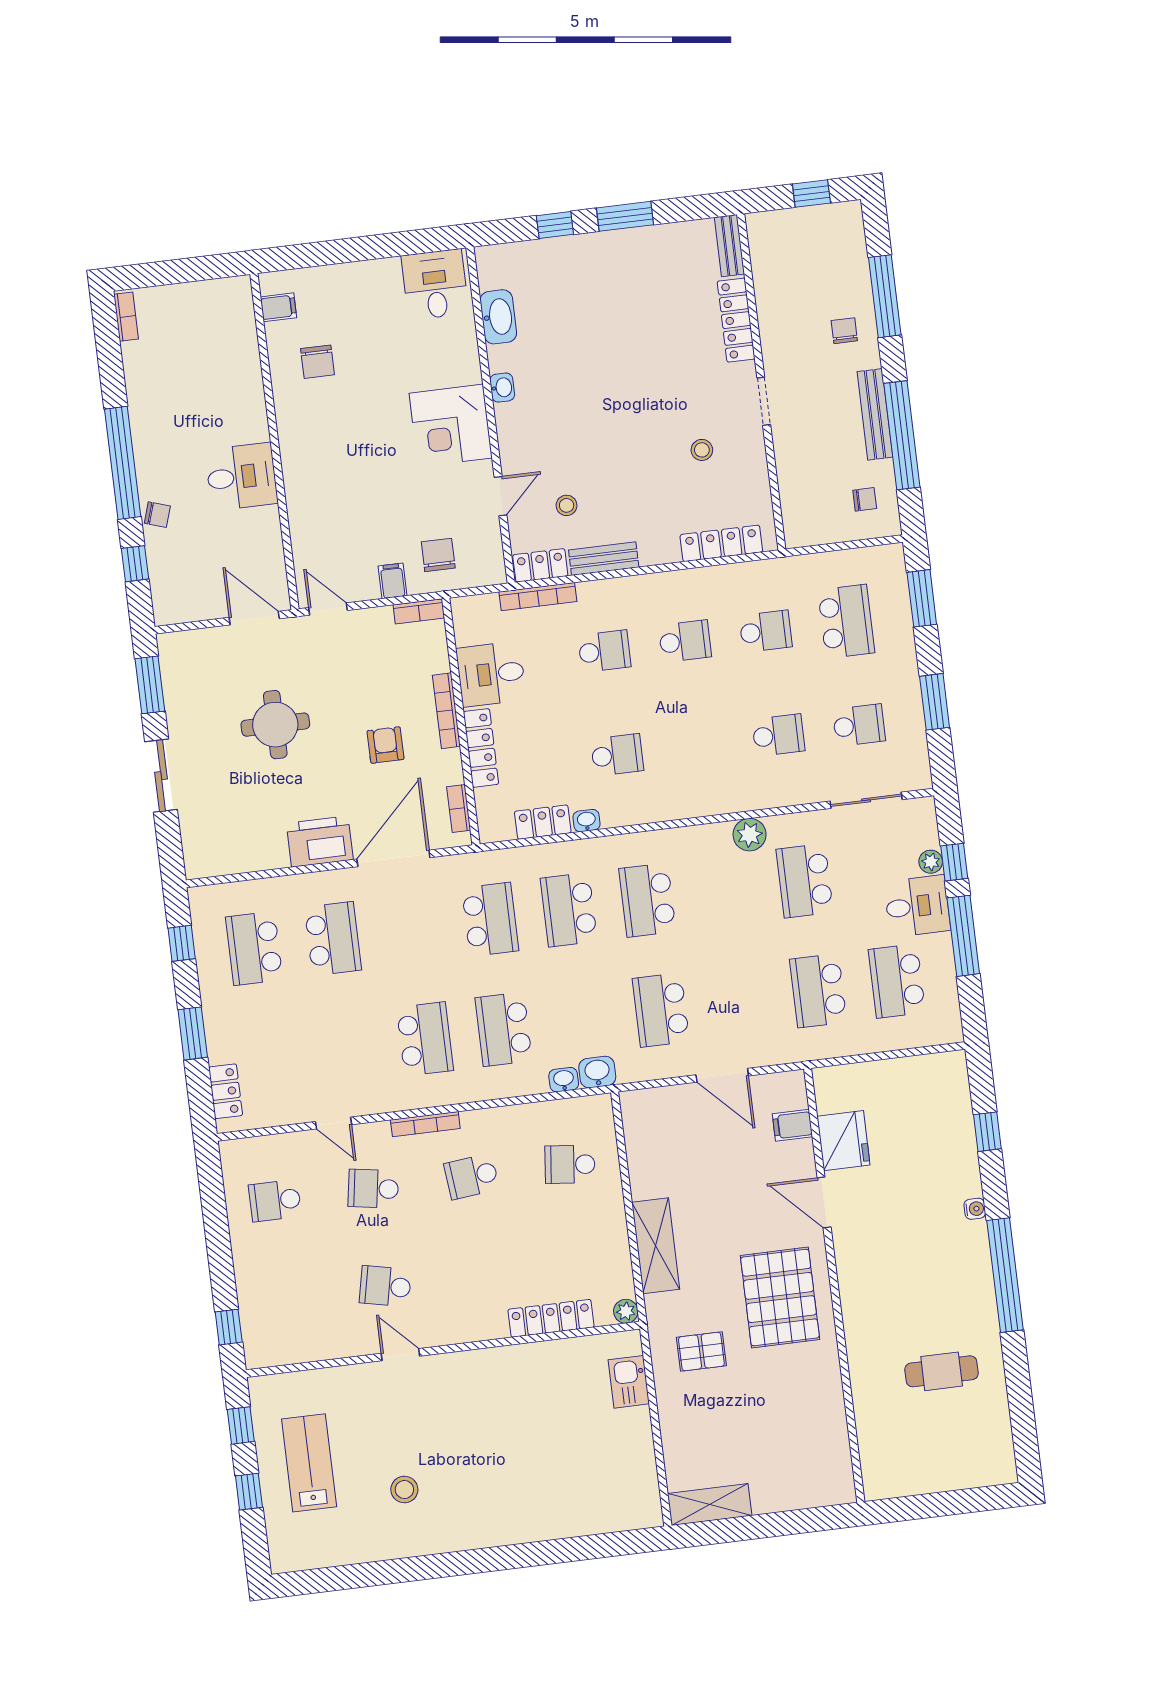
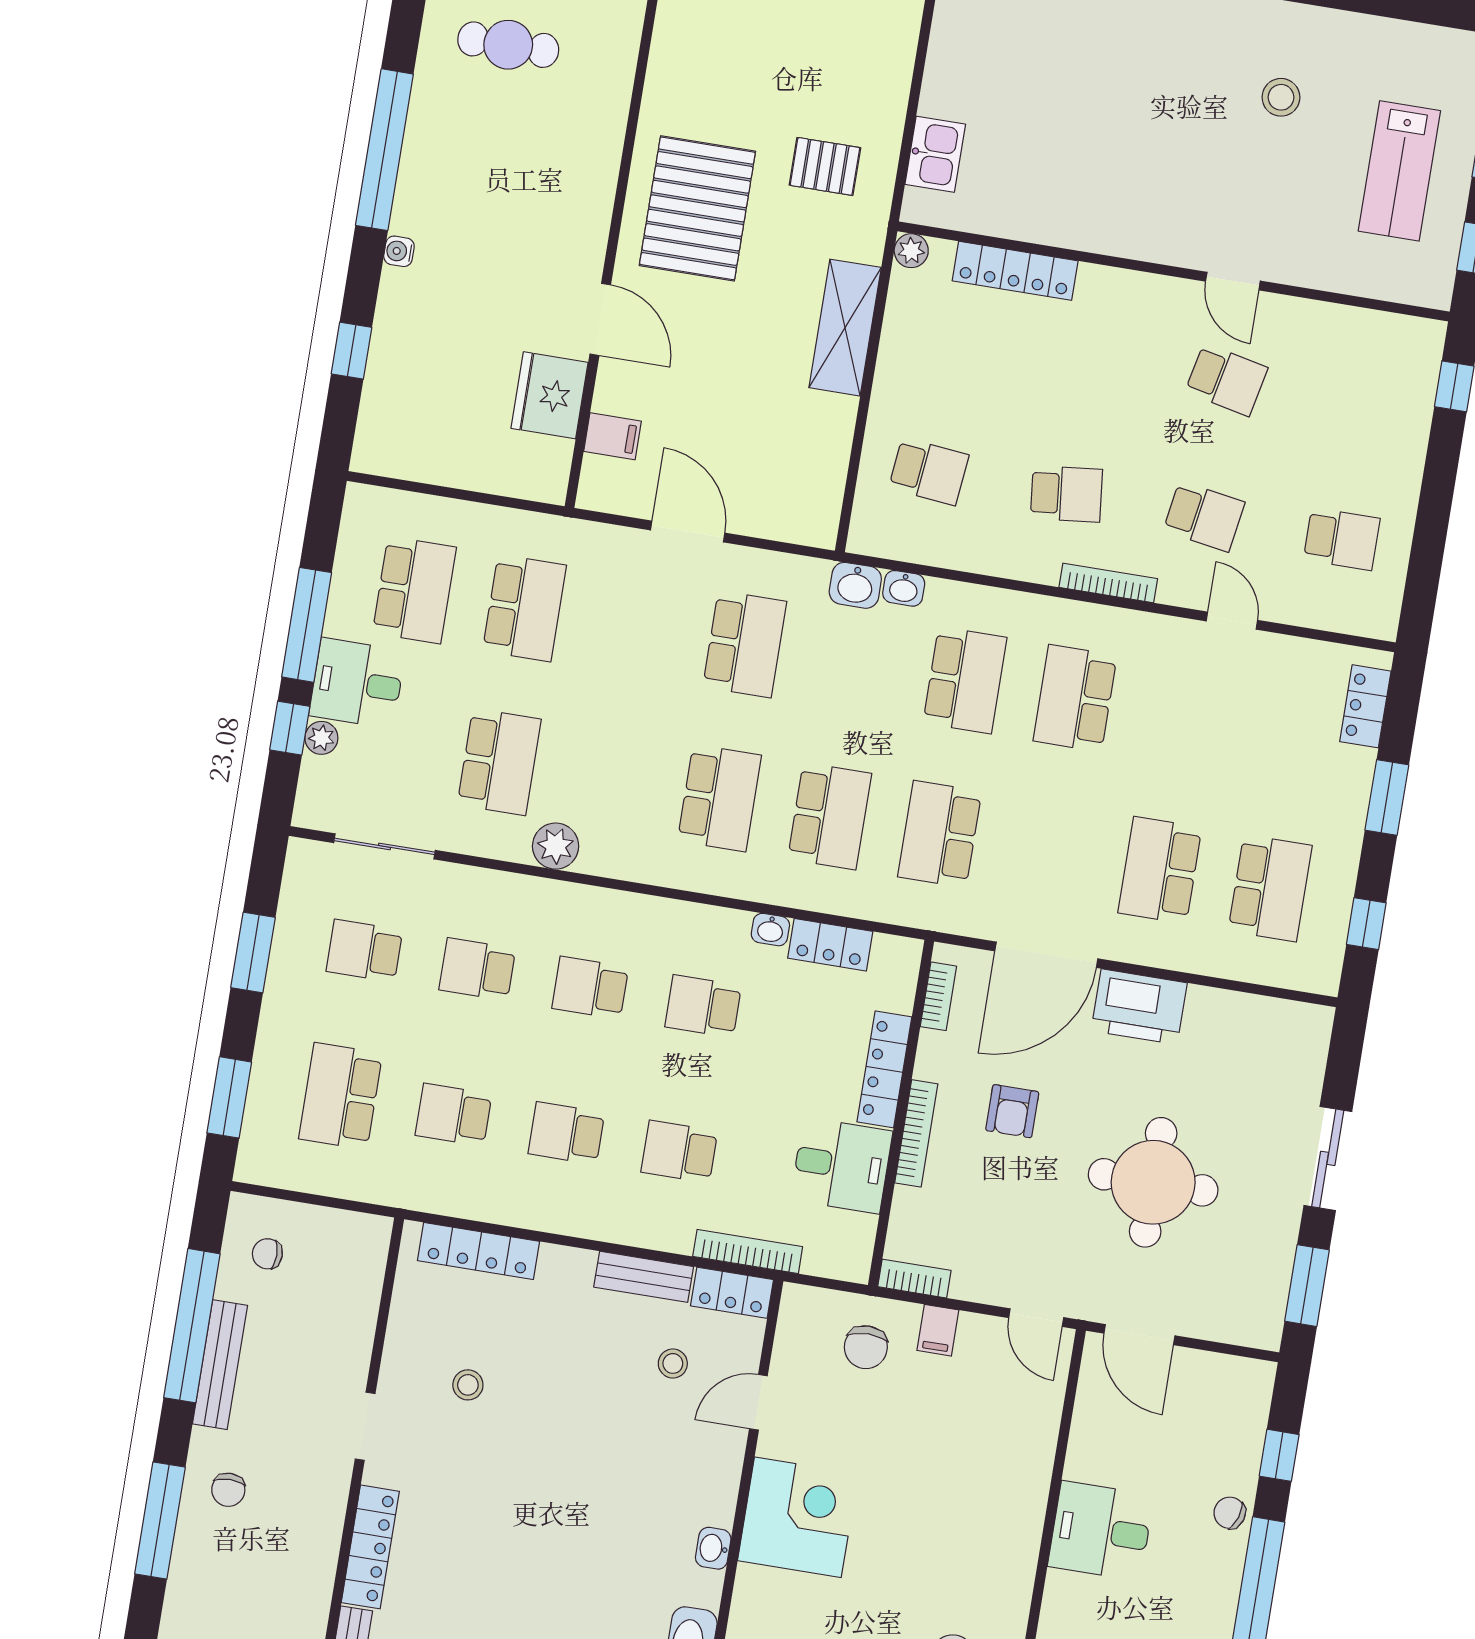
round table: (275, 725) -> (1153, 1182), width x1.36, depth x1.36
school desk: (698, 745) -> (590, 988), added

